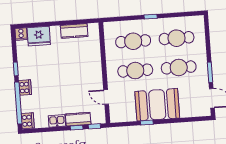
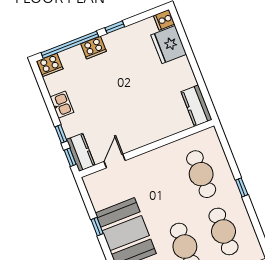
kitchen counter: (74, 31) -> (196, 106), moved
cafe table: (135, 71) -> (162, 189), removed
kitchen counter: (78, 119) -> (81, 152), moved

